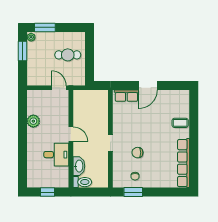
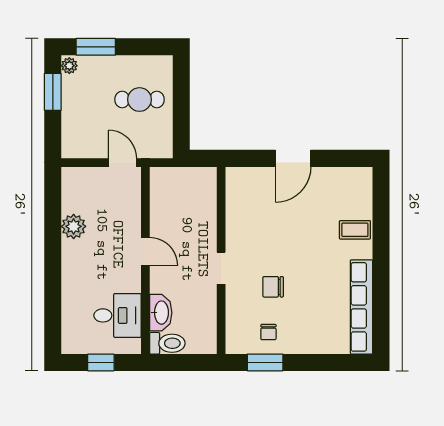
row of seats: (126, 96) -> (252, 178), removed
desk: (56, 155) -> (118, 315), moved

